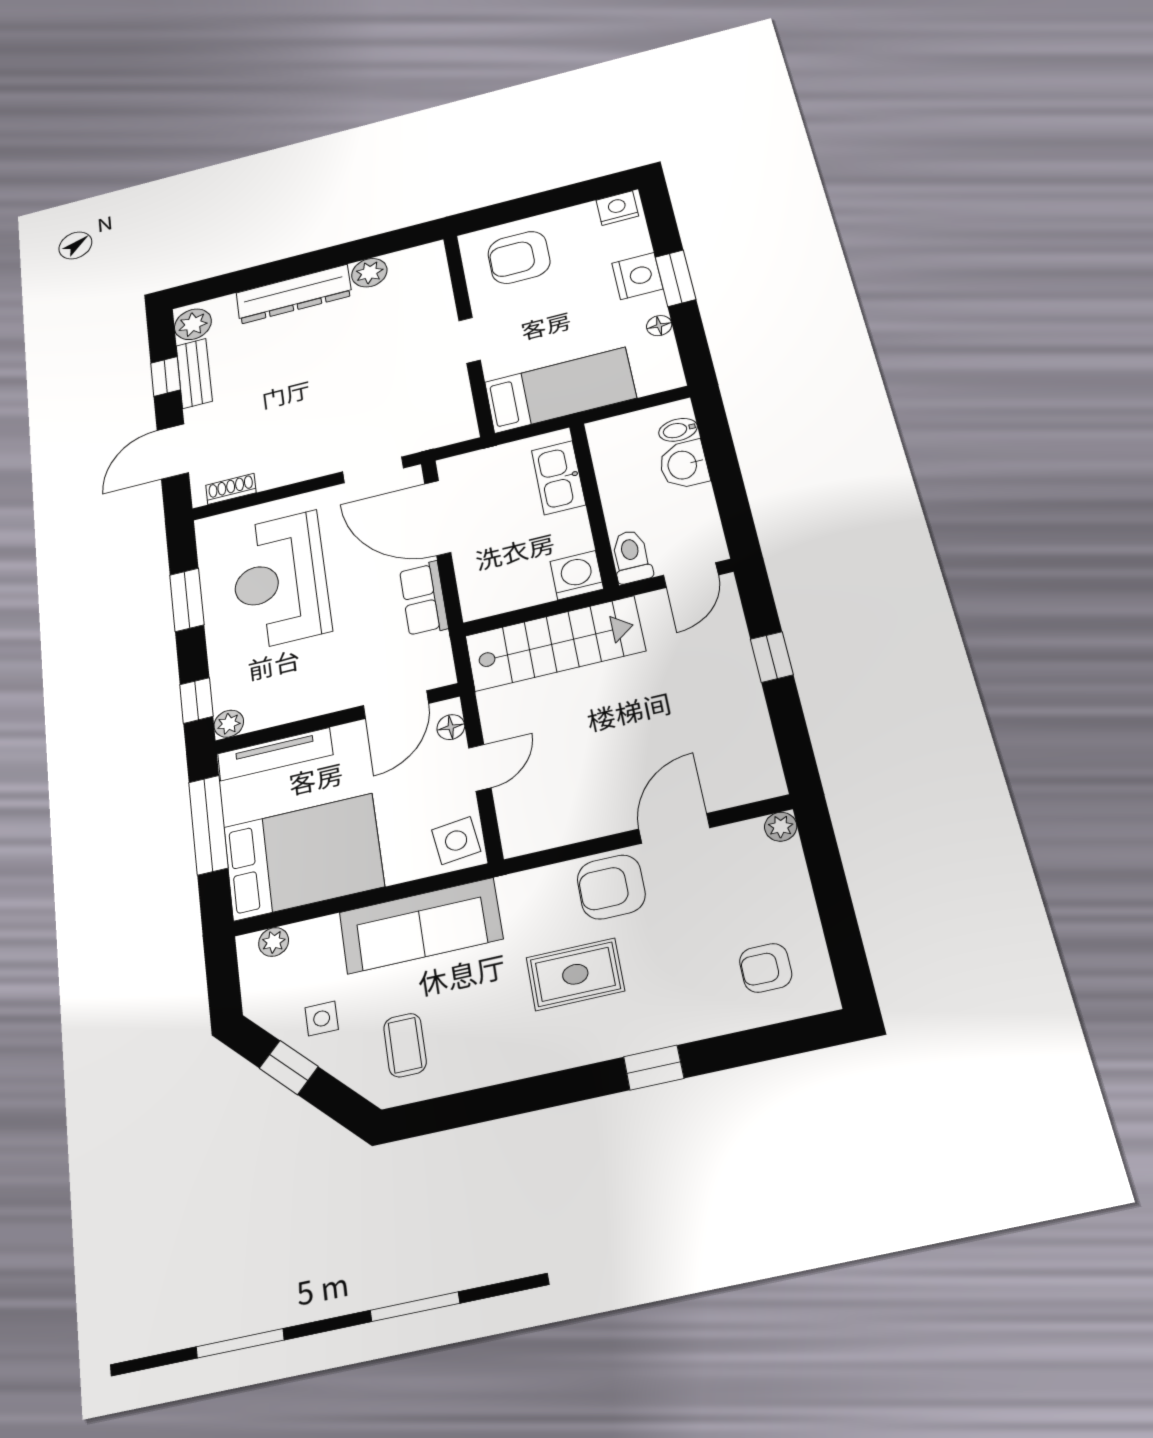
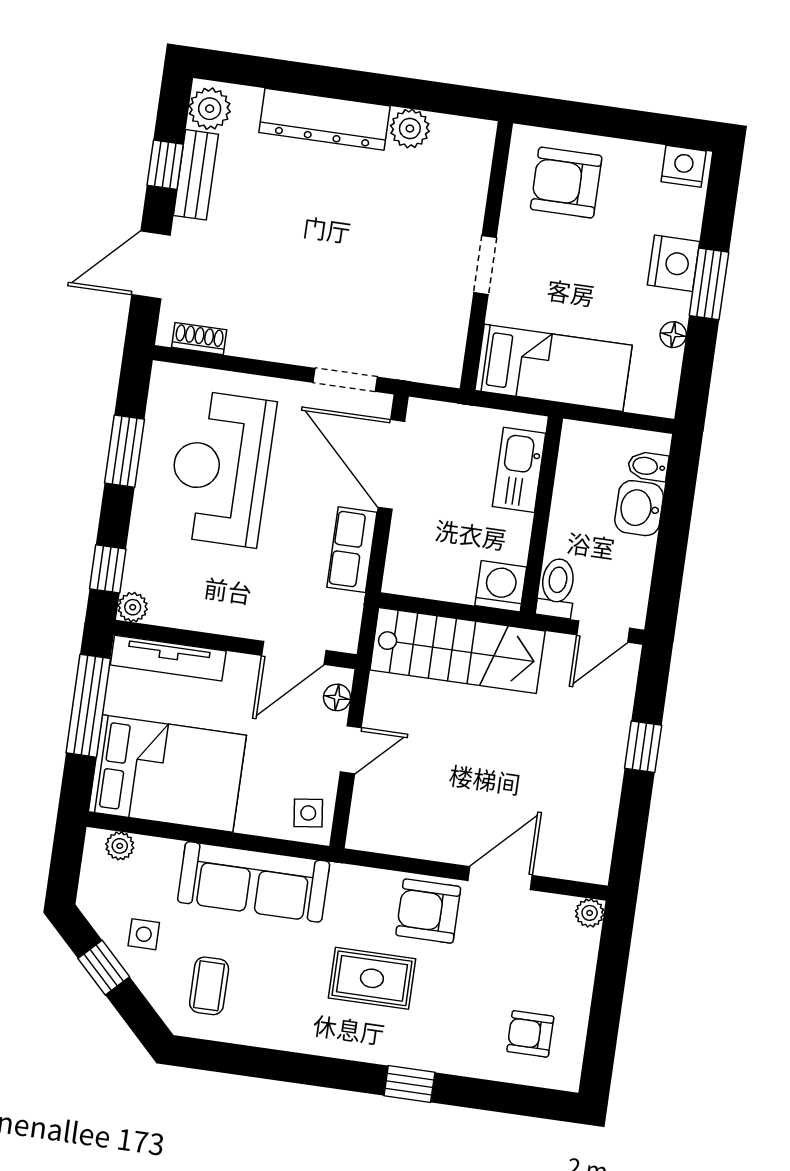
side table: (456, 840) -> (308, 813), width x0.73, depth x0.73

